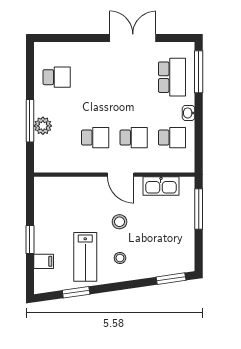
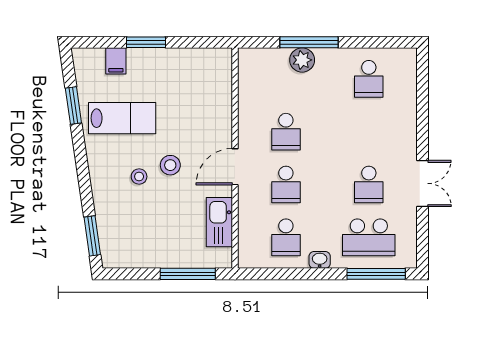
double door: (133, 38) -> (423, 183), width x0.73
school desk: (134, 77) -> (369, 184), added
lab bench: (85, 257) -> (122, 118), turned 180
stool: (120, 258) -> (139, 177), moved

